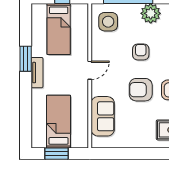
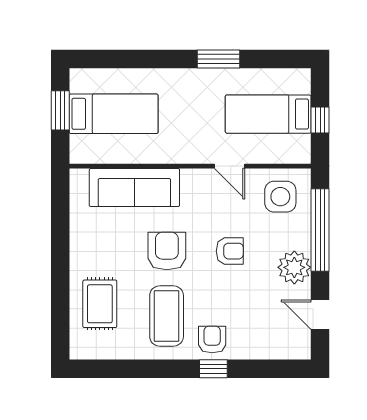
door: (90, 70) -> (230, 166), moved
tv unit: (37, 73) -> (196, 78), removed
sofa: (103, 116) -> (134, 188), width x1.36

